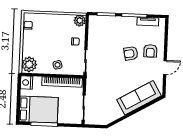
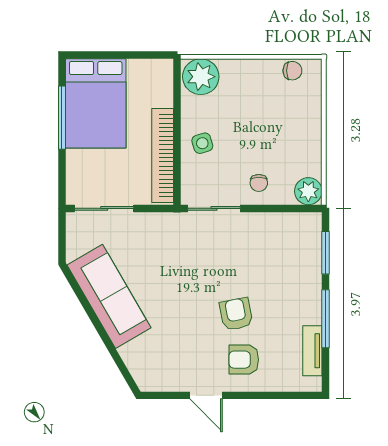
nightstand: (27, 83) -> (158, 72), removed
sofa: (139, 98) -> (109, 296), moved

